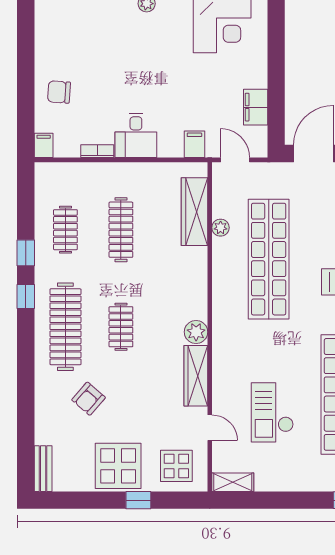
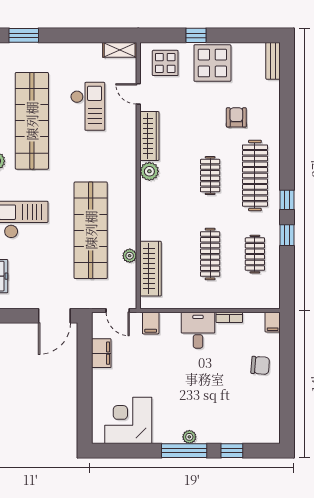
armchair: (89, 399) -> (236, 117), turned -41

